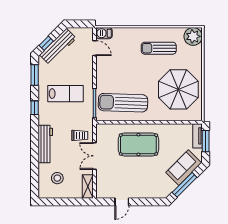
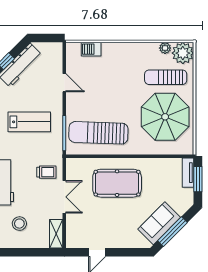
plant: (178, 32) -> (165, 48), added
barbecue: (104, 33) -> (91, 49), moved
door: (95, 48) -> (64, 83), moved
sun lounger: (159, 48) -> (166, 77), moved
double door: (95, 156) -> (64, 197), swing flipped
sofa: (184, 168) -> (159, 223), moved

